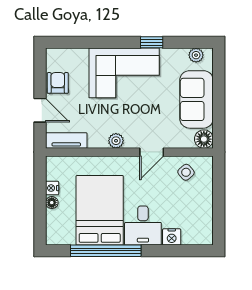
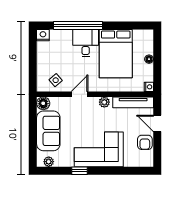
tv unit: (66, 140) -> (133, 102), width x1.41
nightstand: (52, 188) -> (149, 87), moved
nightstand: (172, 237) -> (43, 35), moved
window: (106, 251) -> (78, 26), moved

